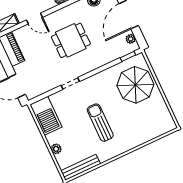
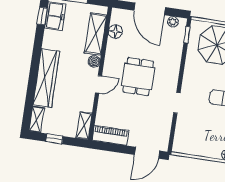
door: (34, 19) -> (99, 84), moved
barbecue: (46, 116) -> (191, 144), removed

